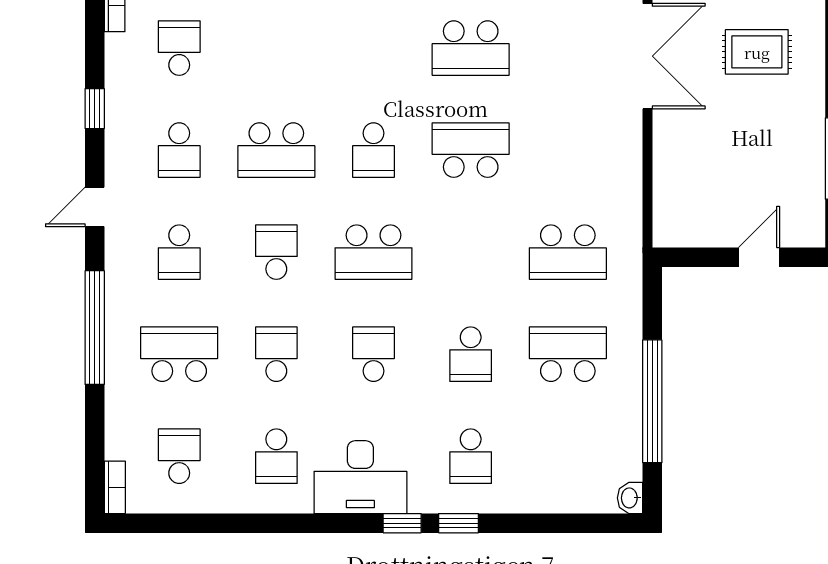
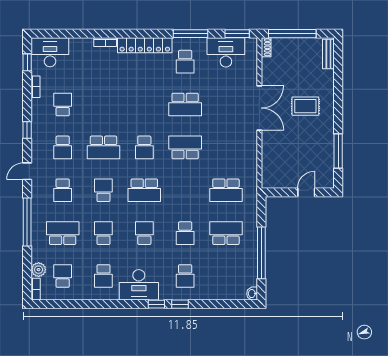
plant: (122, 441) -> (39, 270), added

